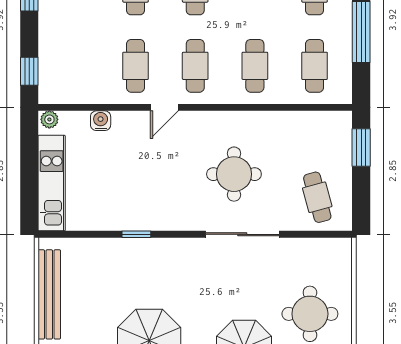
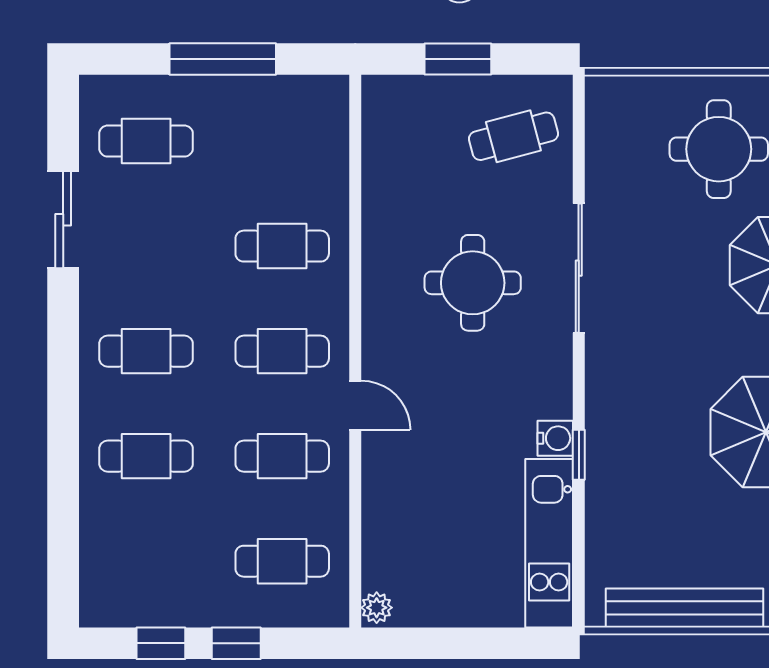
cafe table: (315, 66) -> (282, 561), moved
window: (29, 71) -> (236, 643), moved
water cooler: (101, 121) -> (555, 438), moved, turned 180
window: (361, 148) -> (458, 59), moved
kitchen unit: (52, 183) -> (549, 543), moved, turned -90

